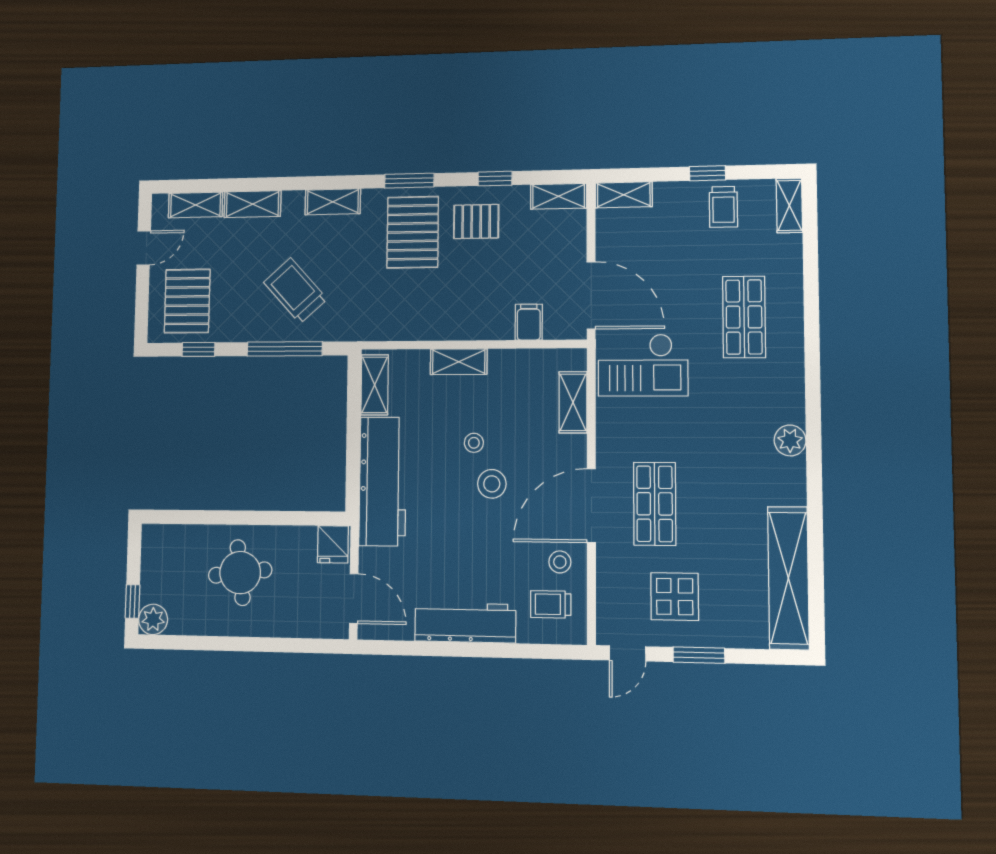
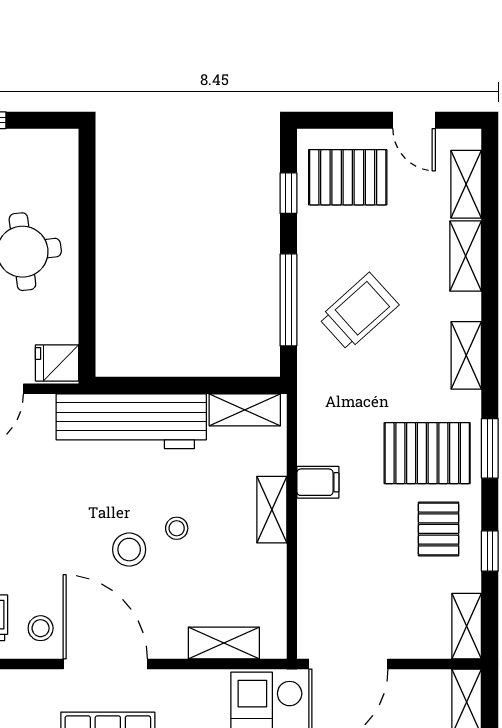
filing cabinet: (529, 322) -> (318, 482), moved

